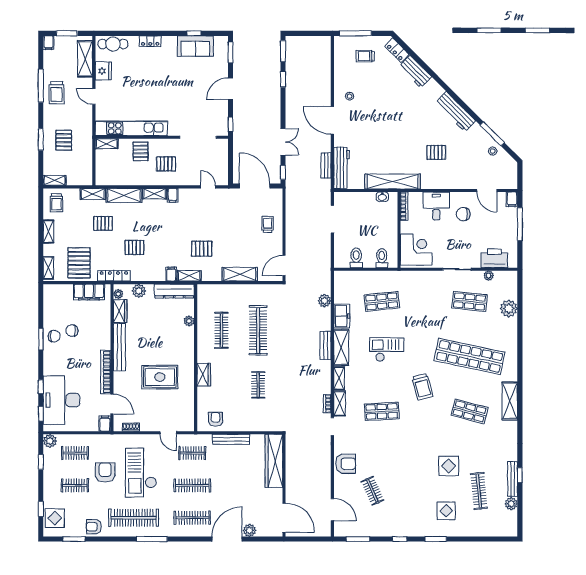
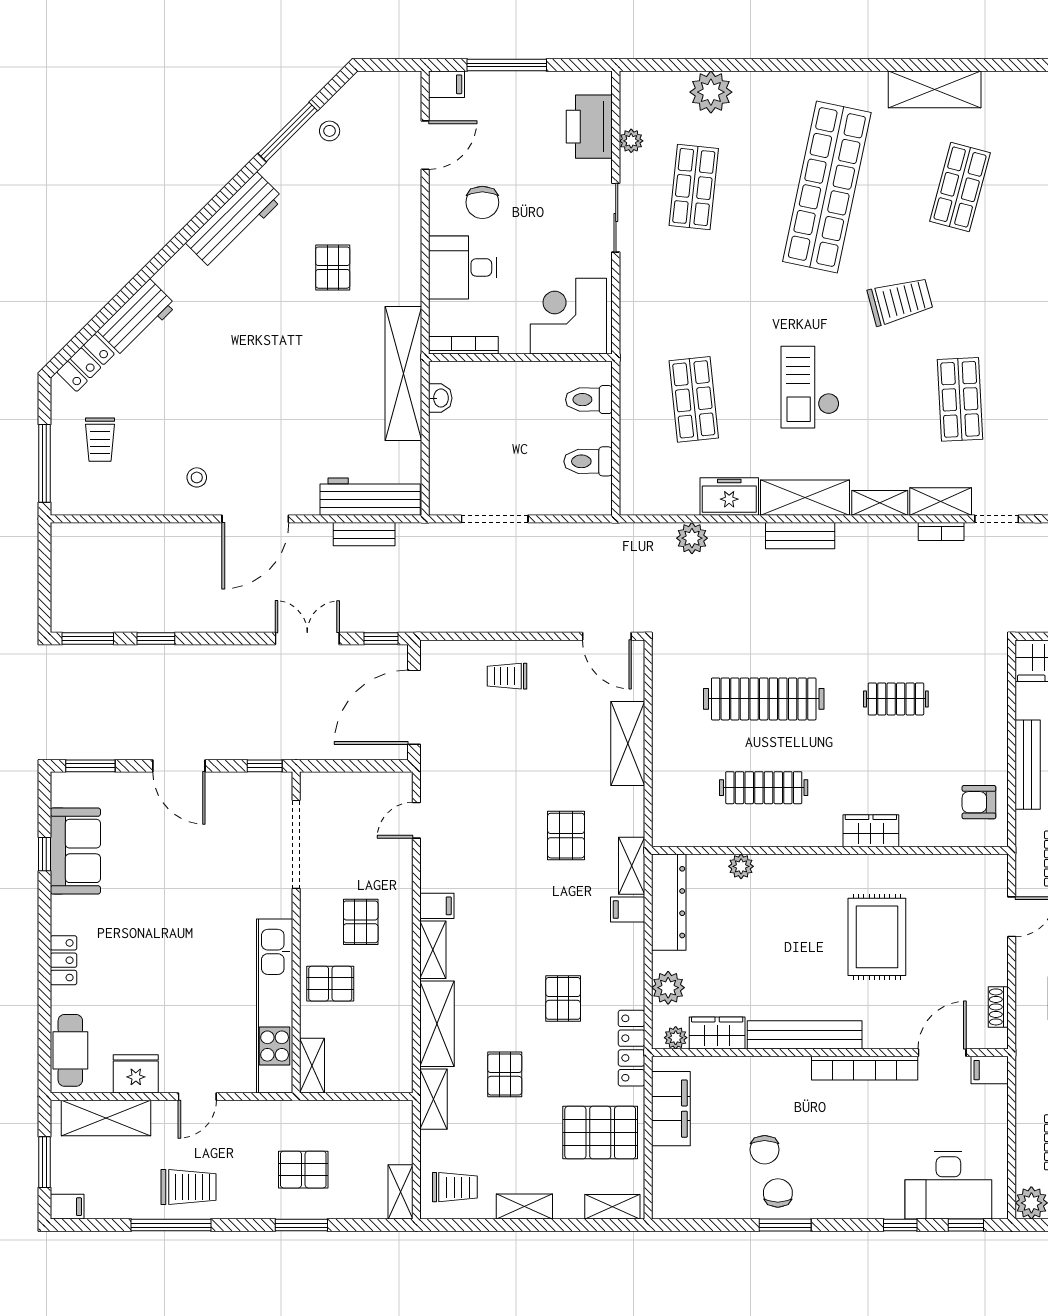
desk: (62, 400) -> (948, 1185), width x0.73, depth x0.77

